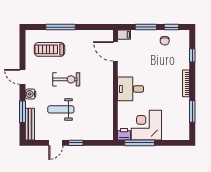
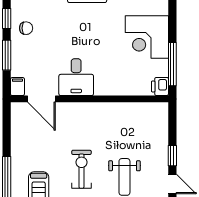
door: (115, 51) -> (41, 99), hinge flipped
desk: (130, 89) -> (76, 77), moved
corner desk: (146, 125) -> (147, 37), moved

